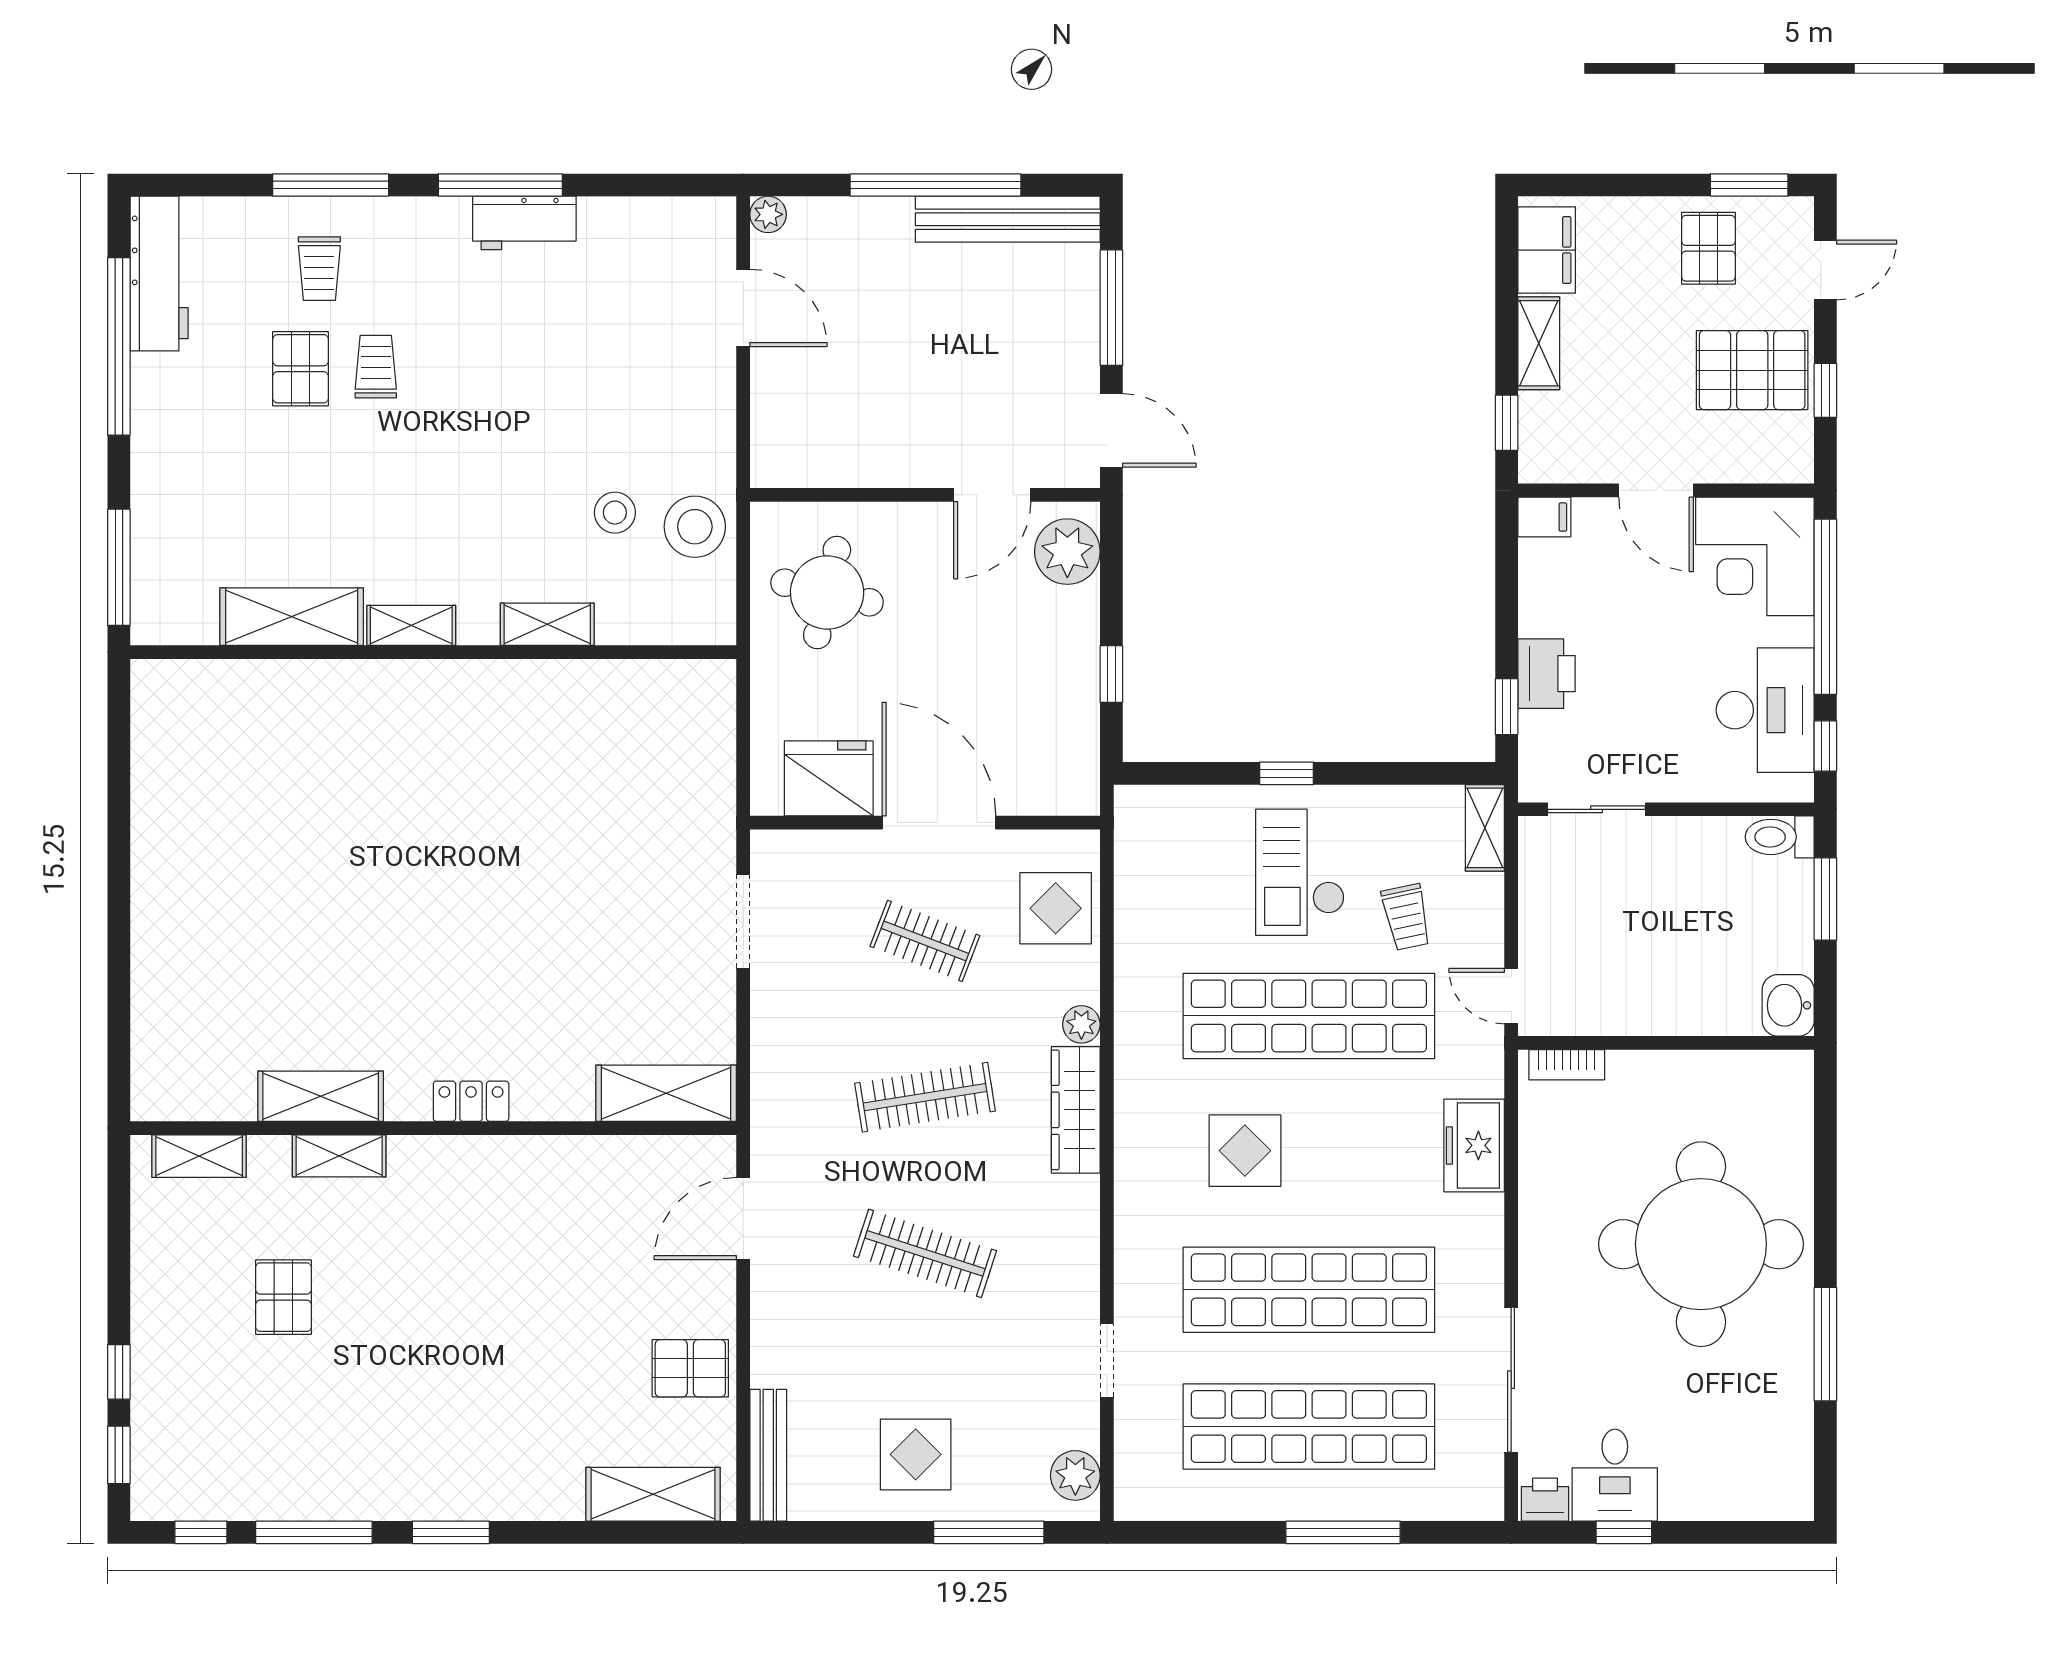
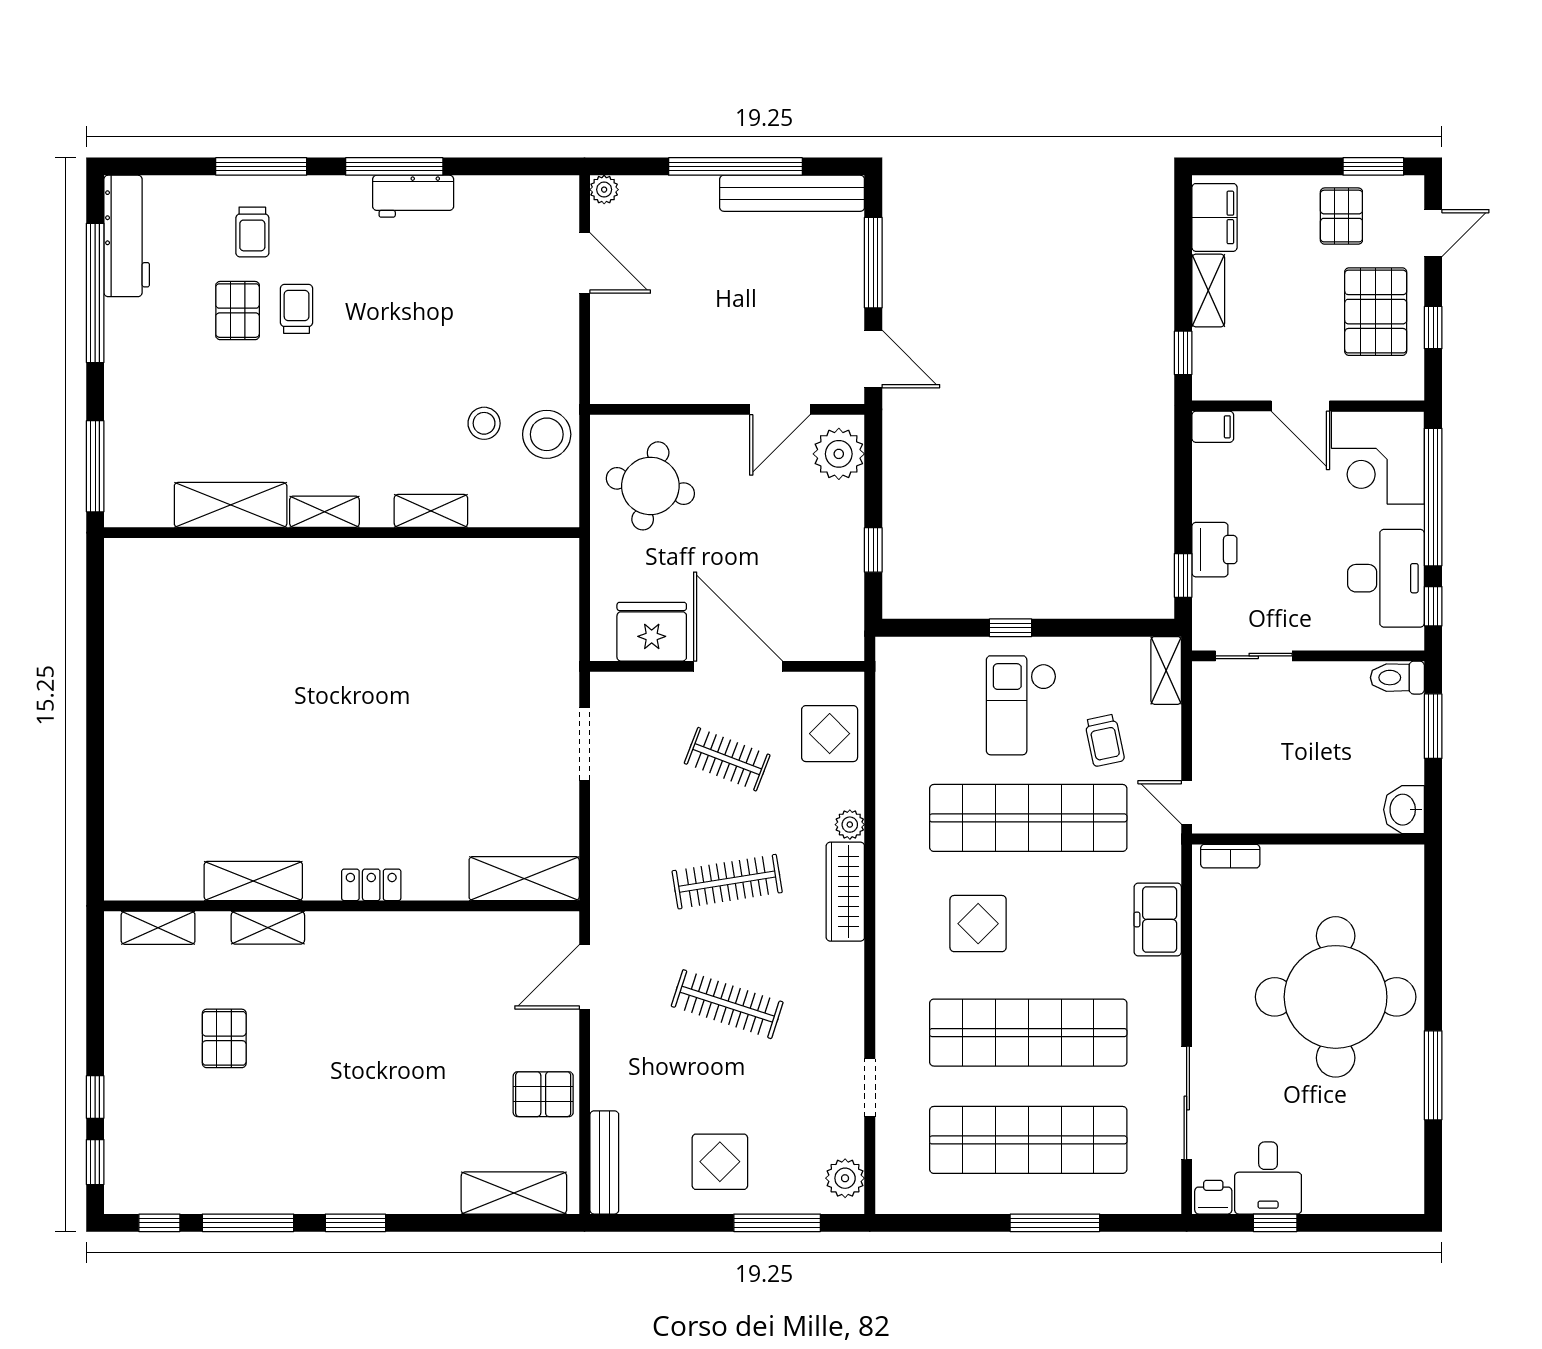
pallet: (1752, 370) -> (1376, 312), turned 90

